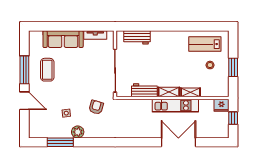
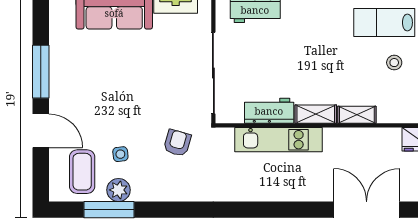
coffee table: (47, 70) -> (82, 172), moved
kitchen unit: (175, 106) -> (278, 140), moved
plant: (78, 132) -> (119, 190), moved
double door: (178, 142) -> (367, 210), moved

